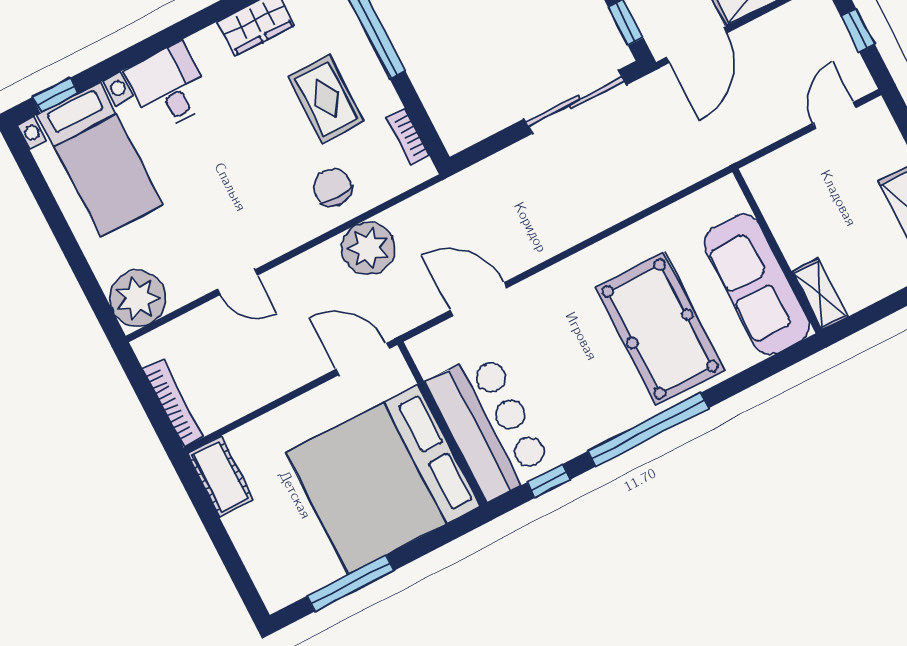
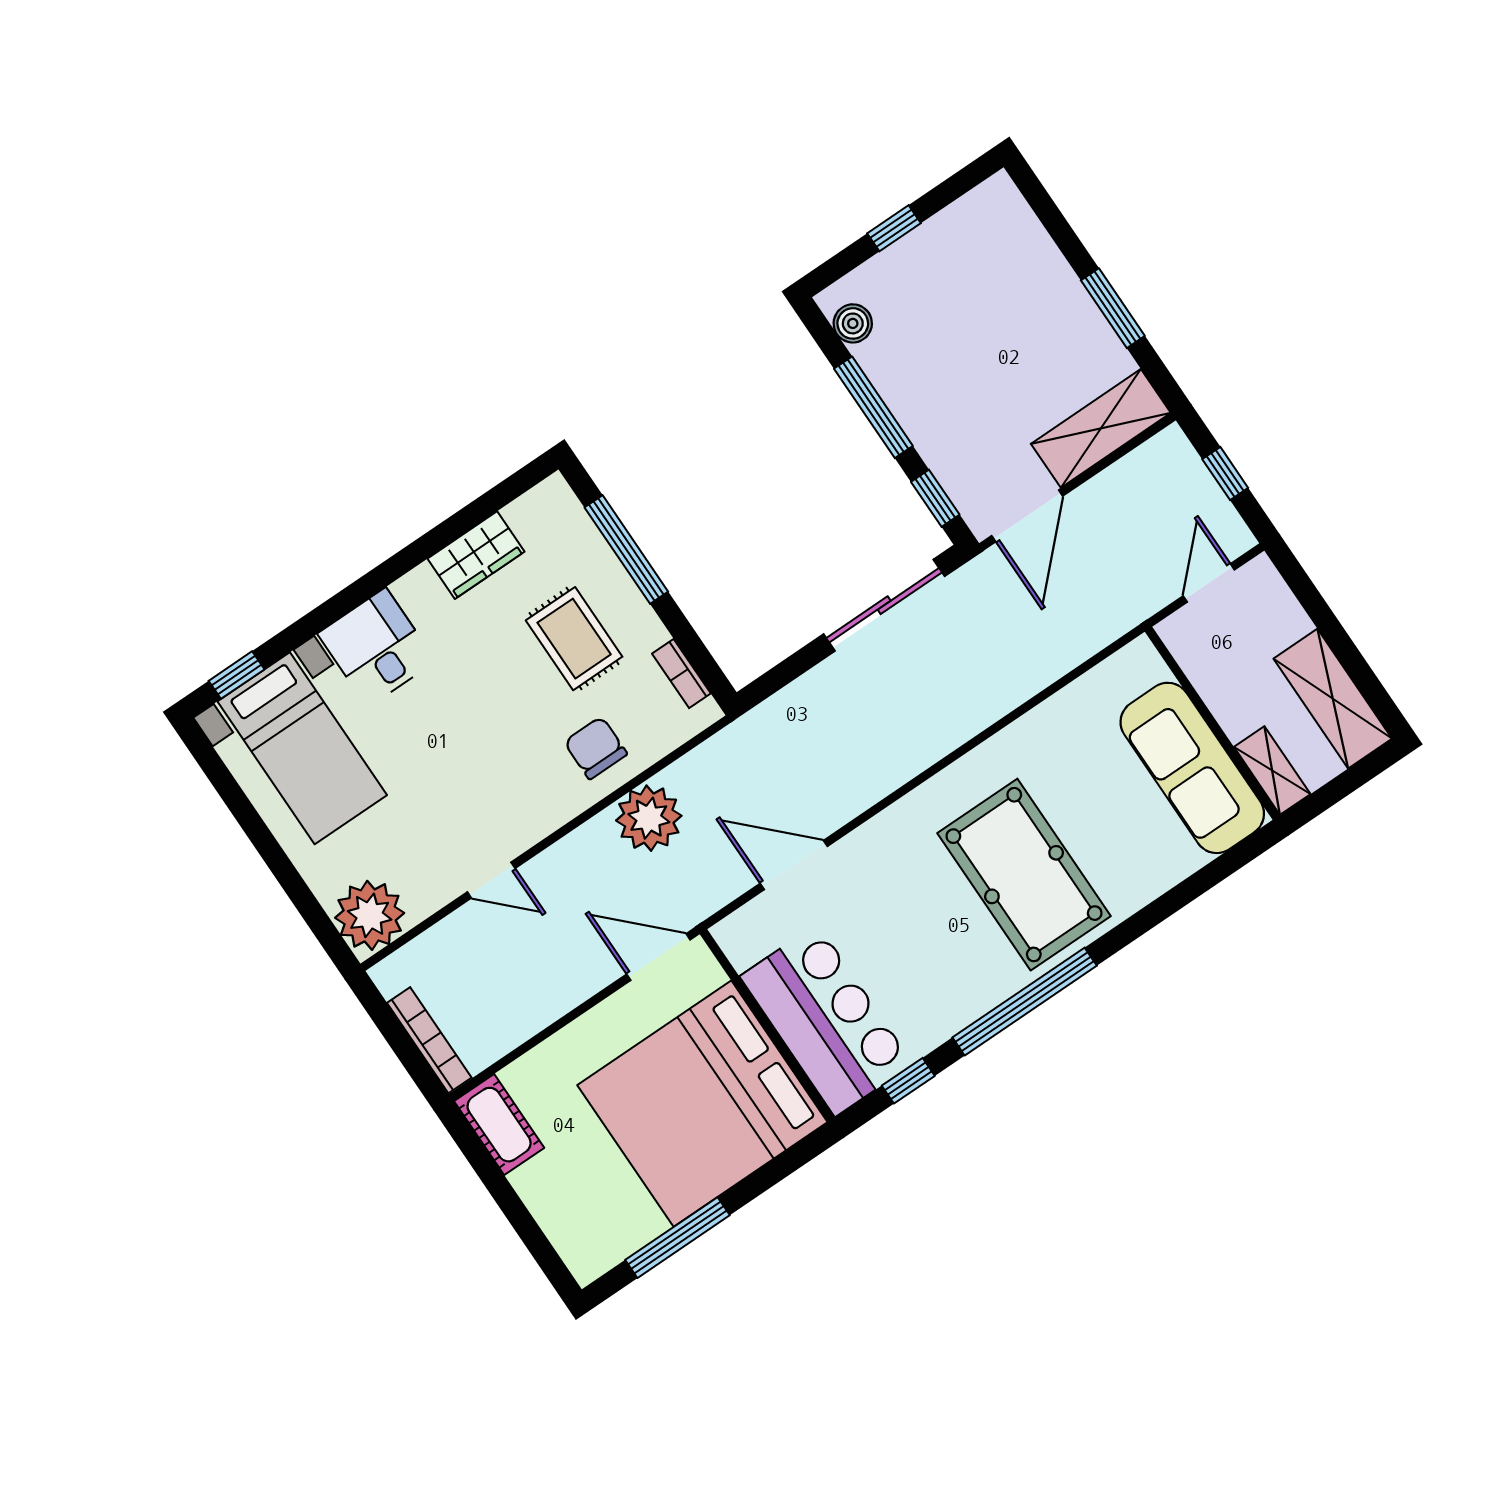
wall: (777, 251) -> (1212, 723), moved
sofa: (757, 285) -> (1192, 768), moved
shelving: (820, 294) -> (1272, 770), moved

